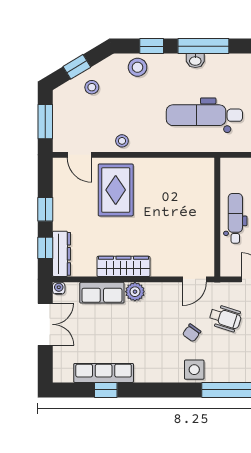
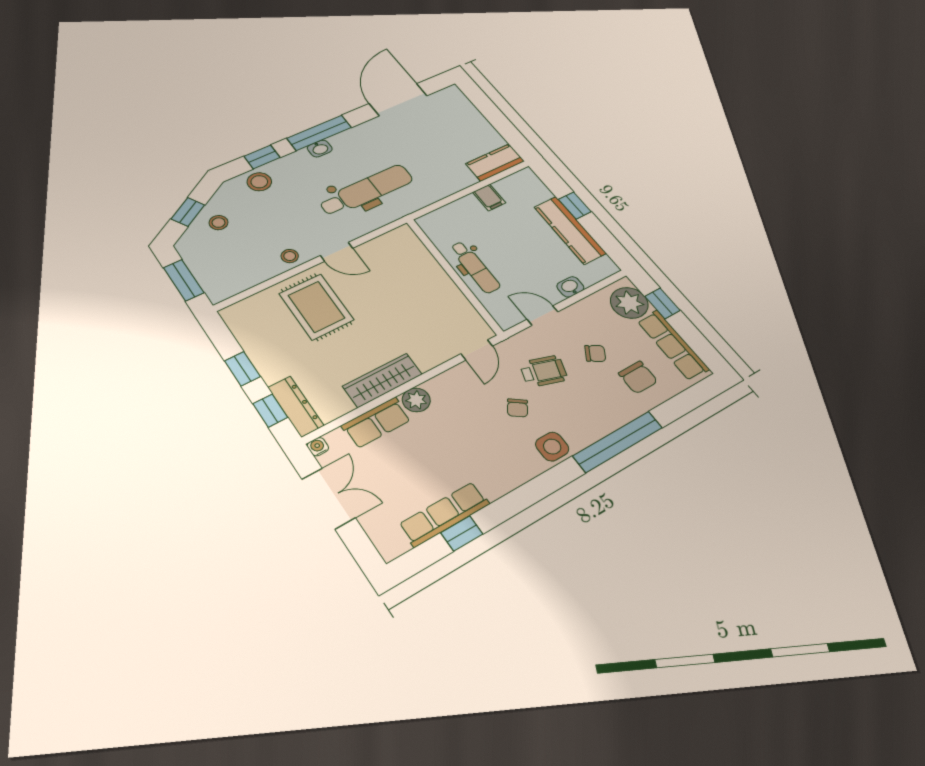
dental chair: (204, 115) -> (366, 190), turned 180
door: (79, 155) -> (336, 252), moved
dental chair: (235, 218) -> (475, 267), turned 180

